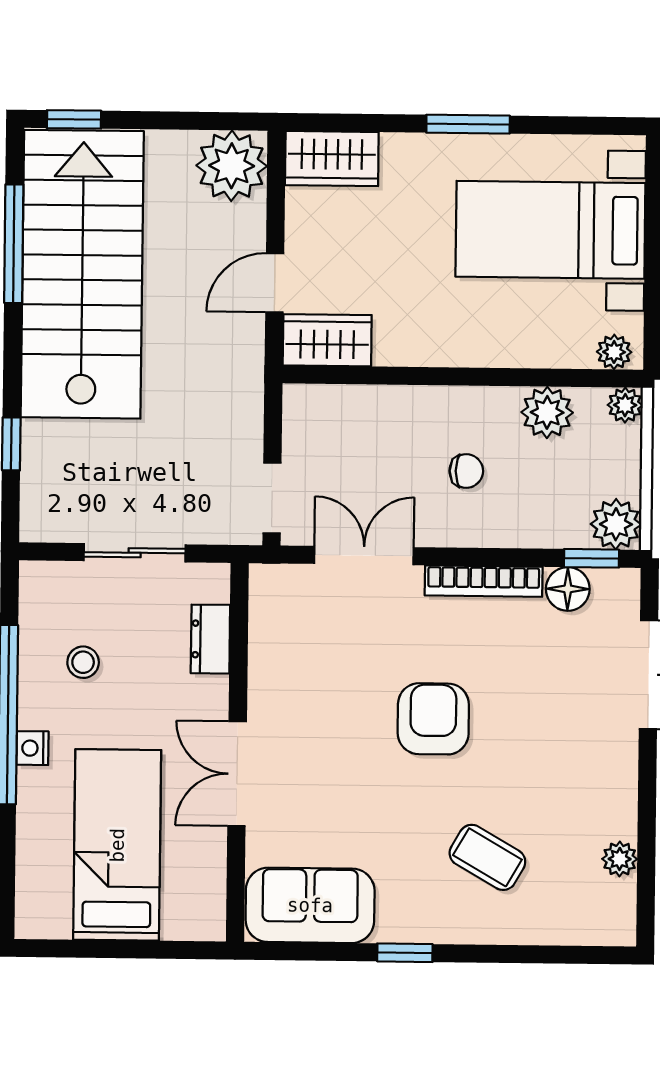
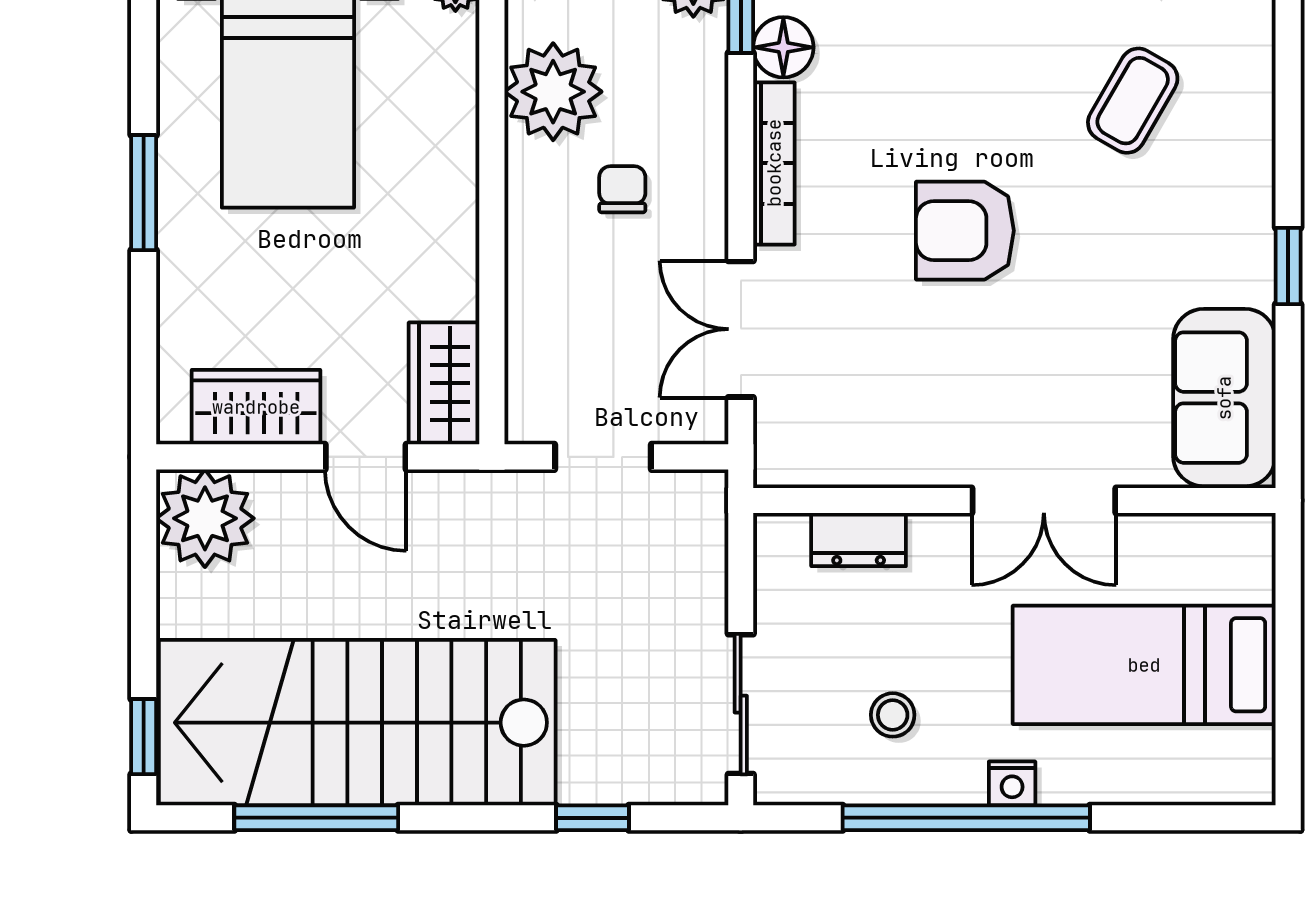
wardrobe: (332, 159) -> (256, 407), moved, turned -90
plant: (547, 412) -> (553, 92), width x1.36, depth x1.36
doorway: (272, 498) -> (603, 457), moved
sliding door: (135, 553) -> (741, 704), moved
coffee table: (487, 857) -> (1133, 101), moved

